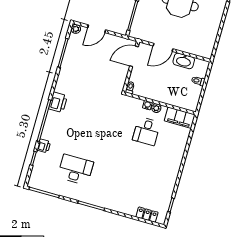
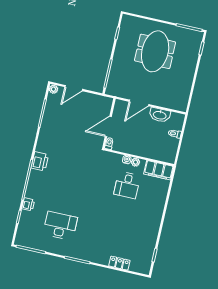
door: (134, 56) -> (108, 126), moved
locker: (147, 215) -> (119, 263), moved

